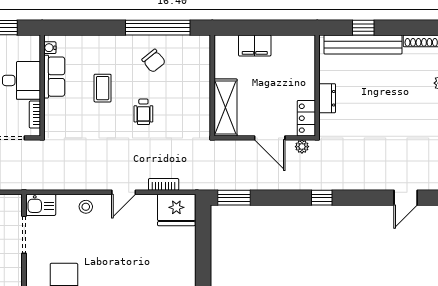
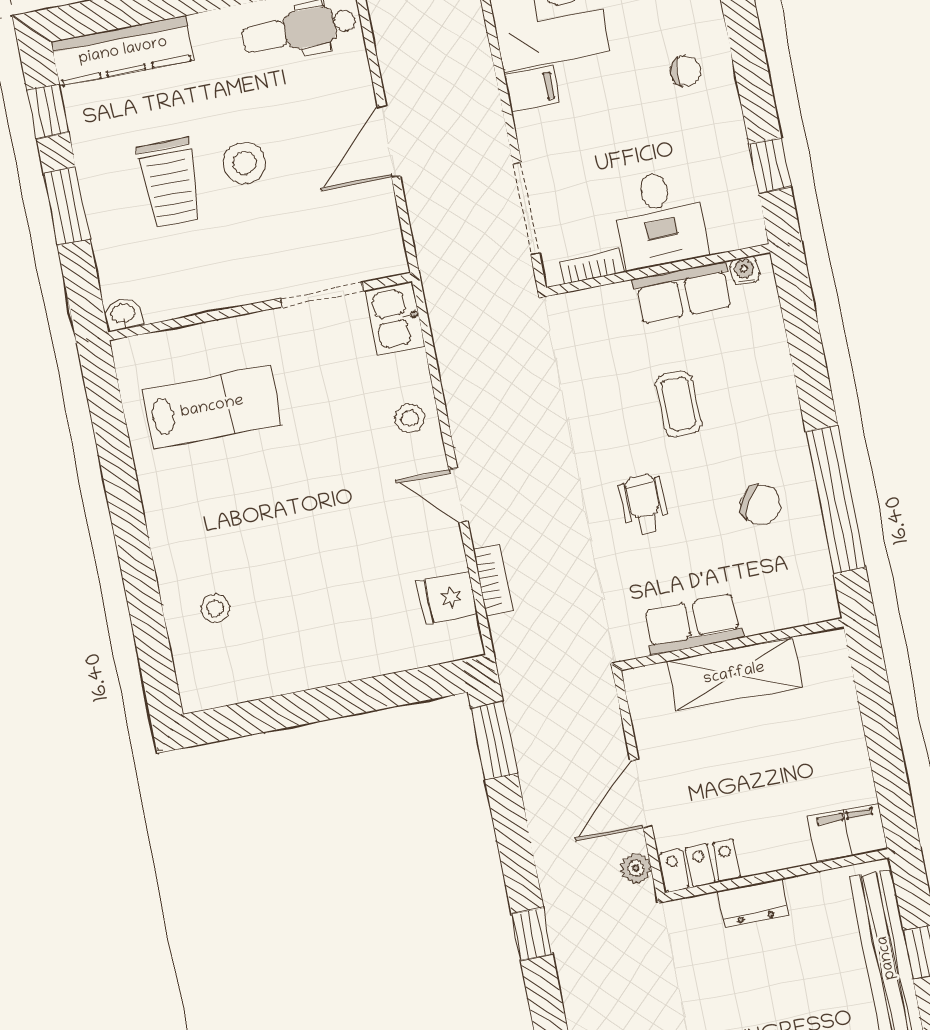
filing cabinet: (255, 45) -> (848, 833), moved, turned 90
chair: (154, 61) -> (761, 505), turned -111
coffee table: (103, 88) -> (678, 404), turned 90
row of seats: (200, 101) -> (693, 624), added
shelving: (225, 107) -> (734, 674), moved
wheelchair: (143, 112) -> (644, 504), turned 90
fridge: (176, 210) -> (447, 598), width x0.53, depth x0.75

